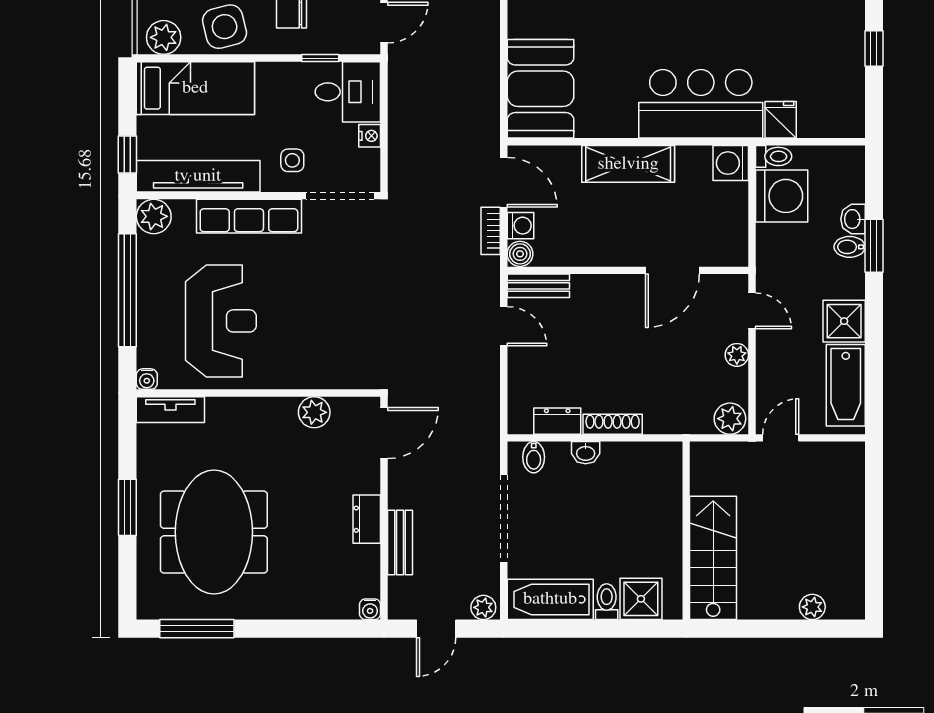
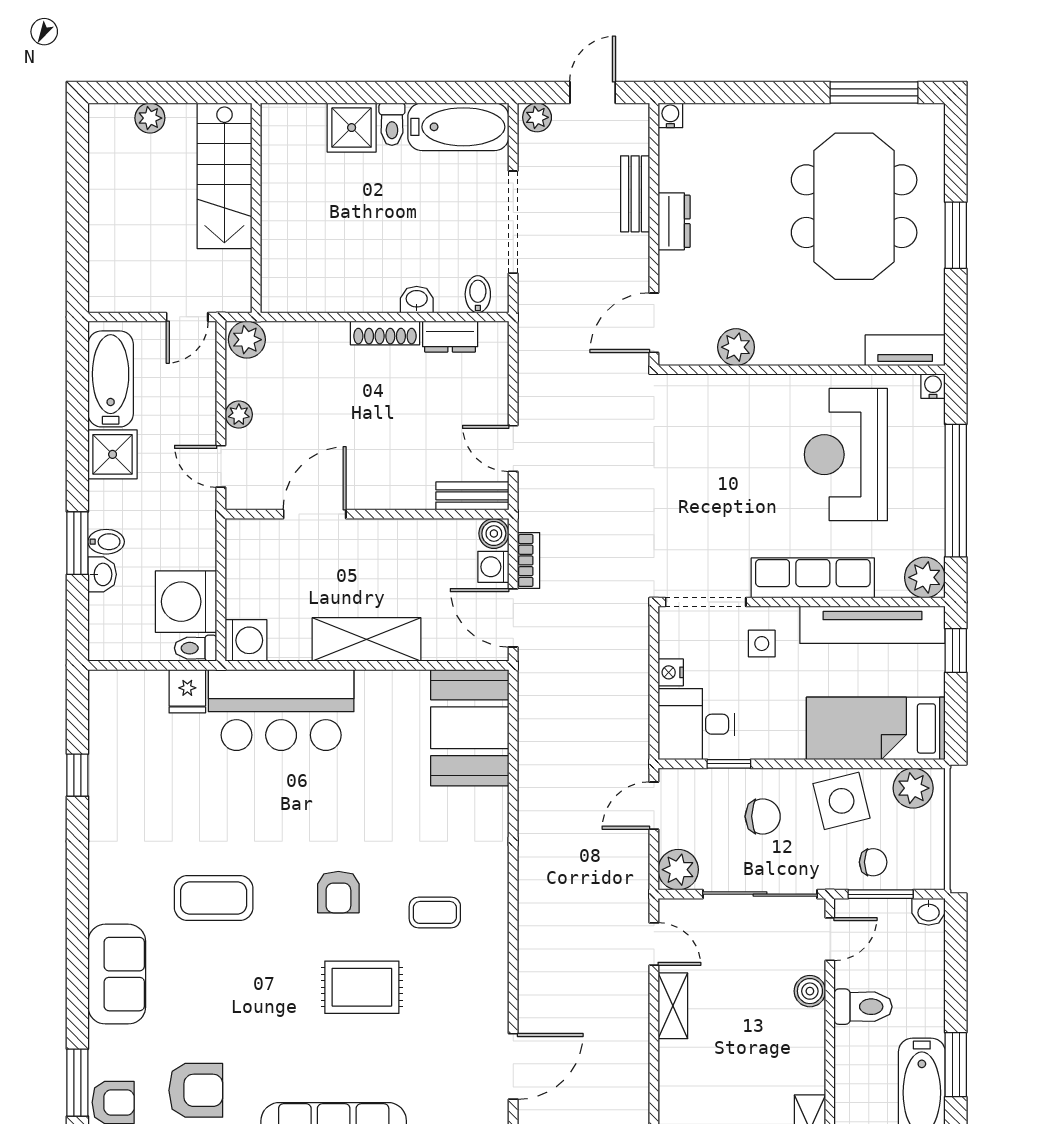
wall: (686, 531) -> (256, 208), moved
stairs: (713, 558) -> (224, 176), moved

